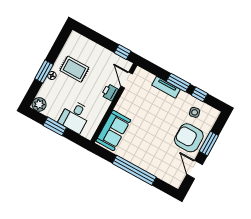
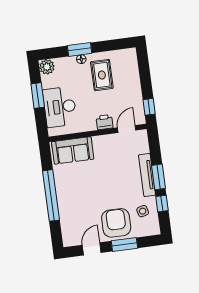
tv unit: (166, 87) -> (147, 175), width x1.41
desk: (75, 117) -> (60, 107), width x1.37

